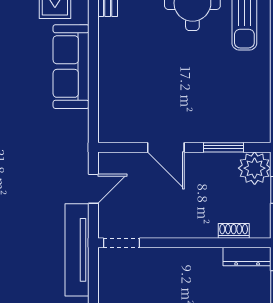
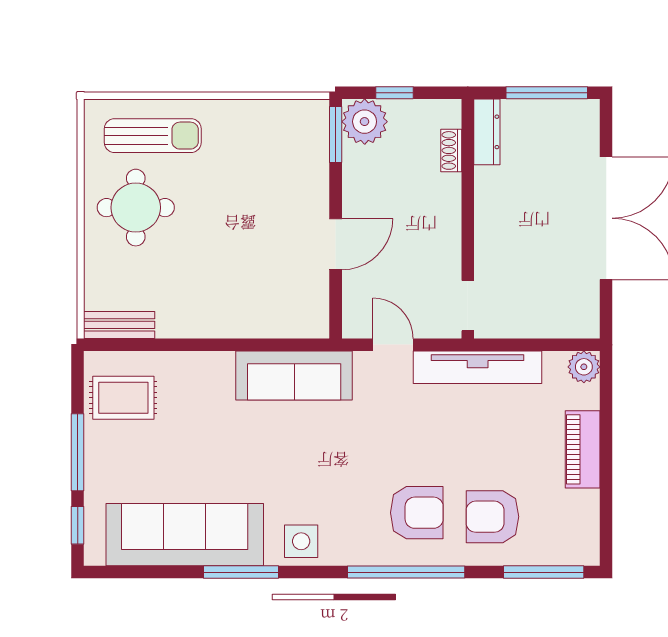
sofa: (71, 67) -> (294, 375), moved
window: (224, 147) -> (336, 134), moved

